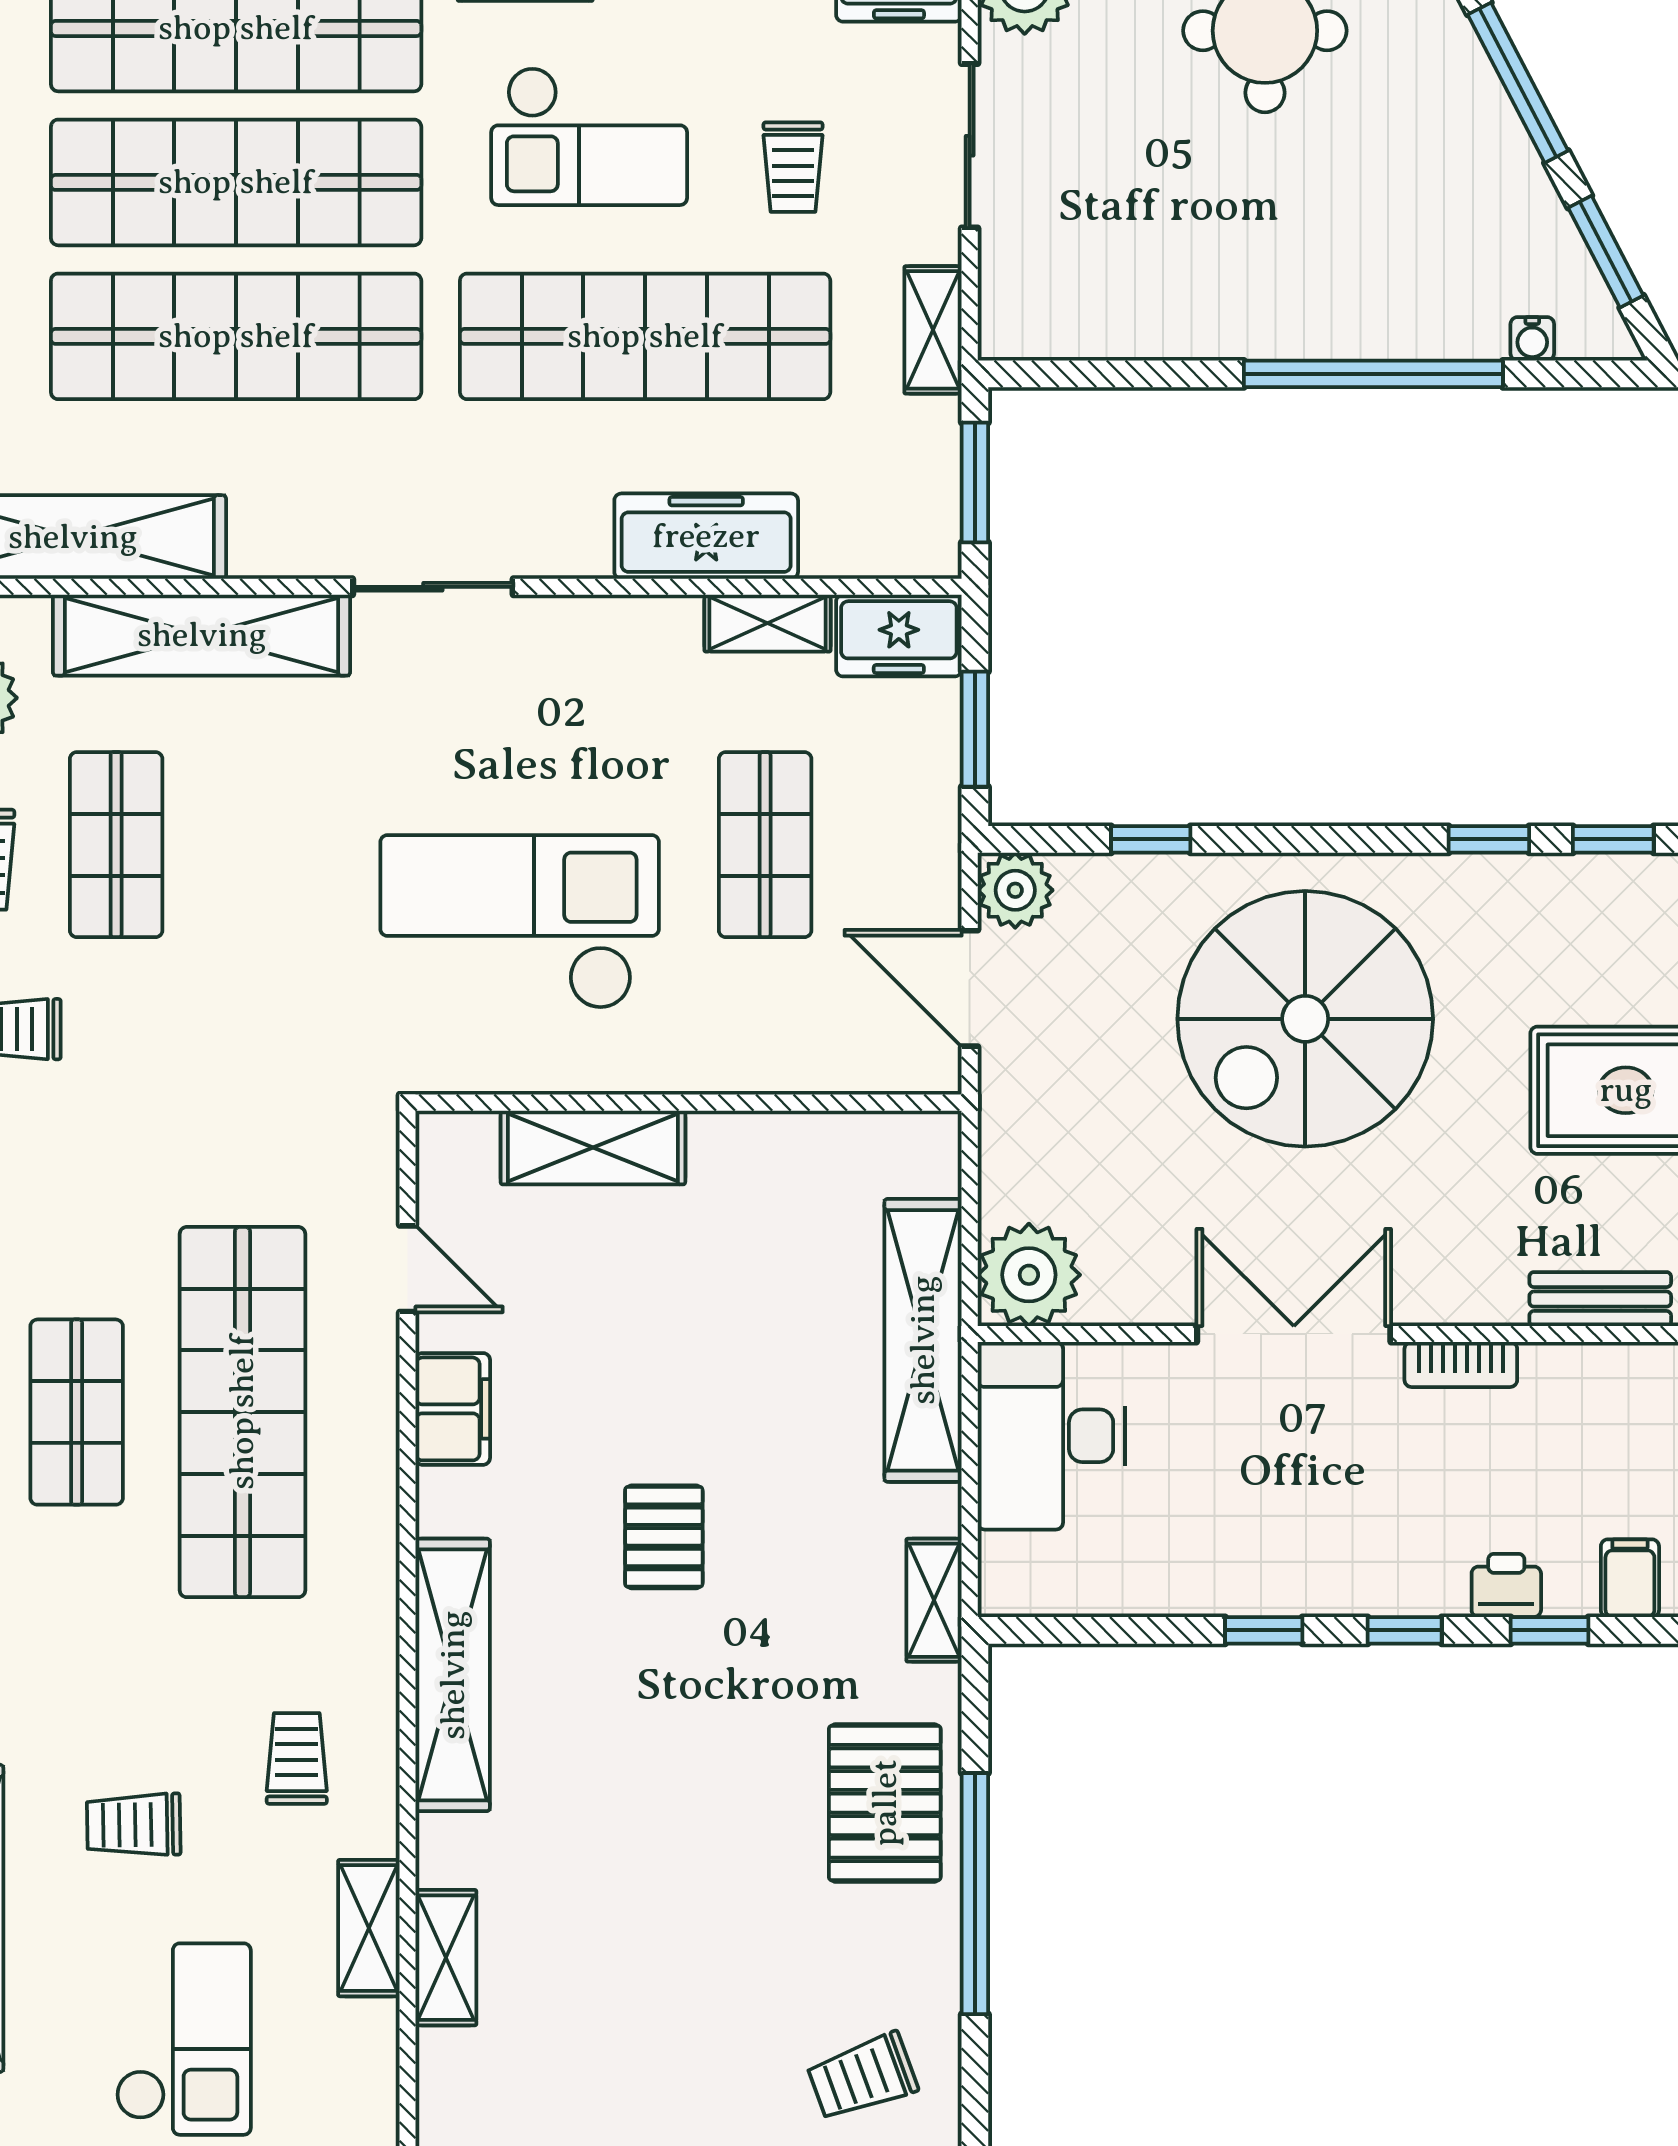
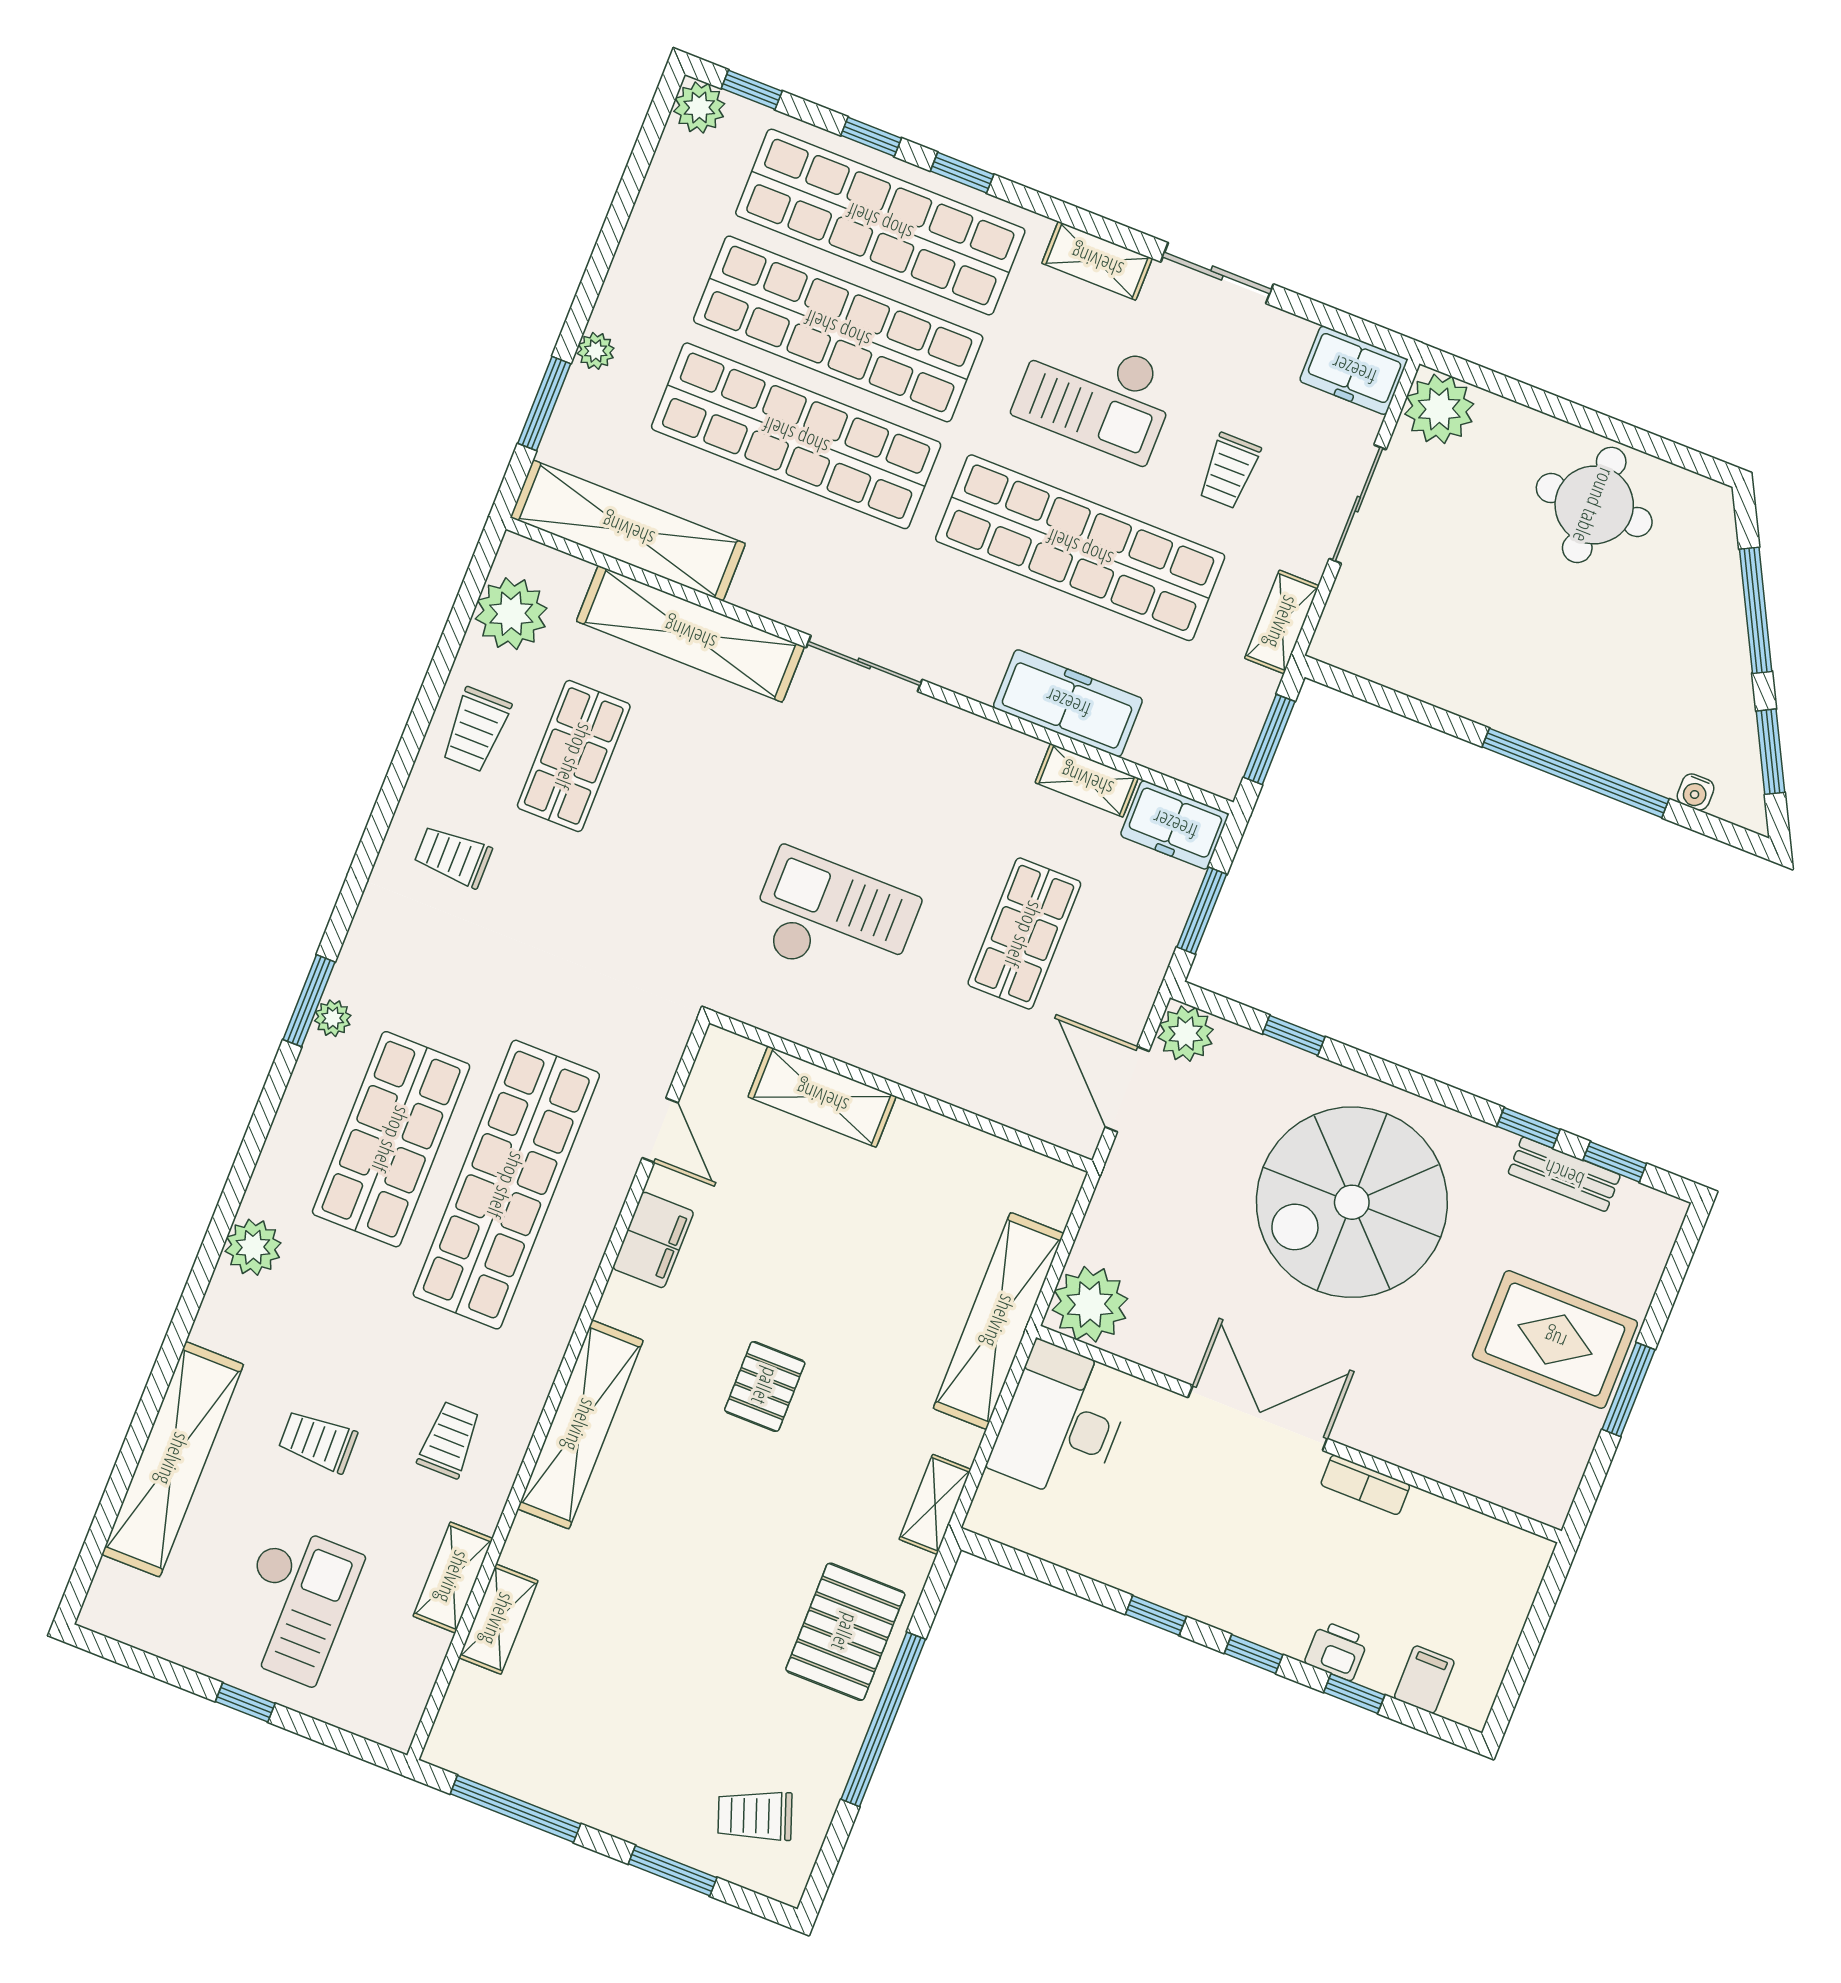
checkout: (520, 922) -> (833, 920), width x0.73, depth x0.83
bench: (1600, 1299) -> (1564, 1174), moved
shop shelf: (77, 1412) -> (391, 1139), width x1.43, depth x1.36

